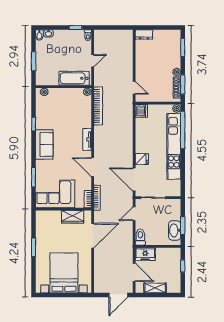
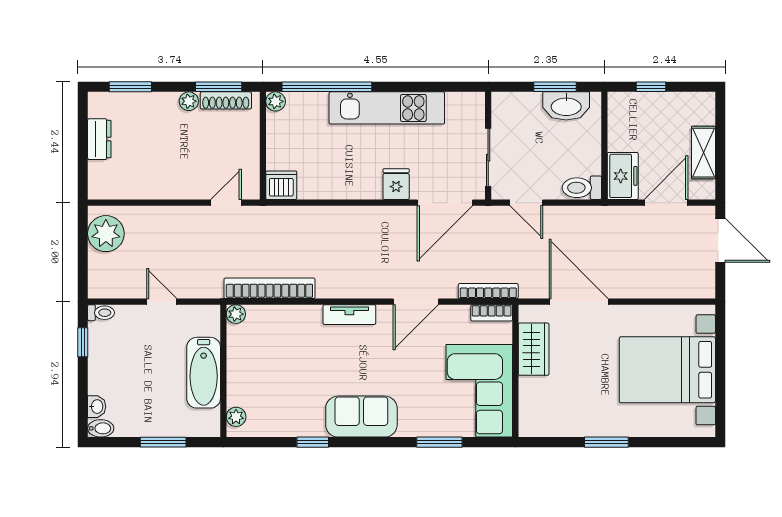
dresser: (144, 34) -> (99, 139), moved
plant: (121, 37) -> (106, 234), added
bathtub: (74, 78) -> (204, 373), moved
kitchen unit: (174, 146) -> (387, 108), width x0.73

